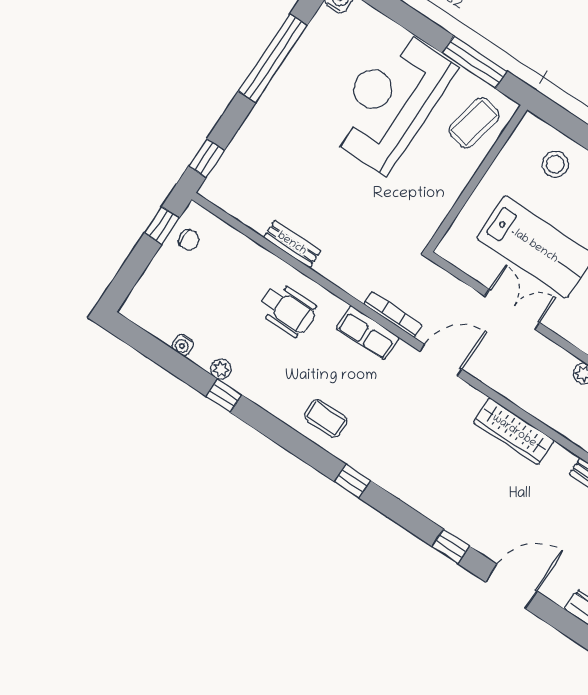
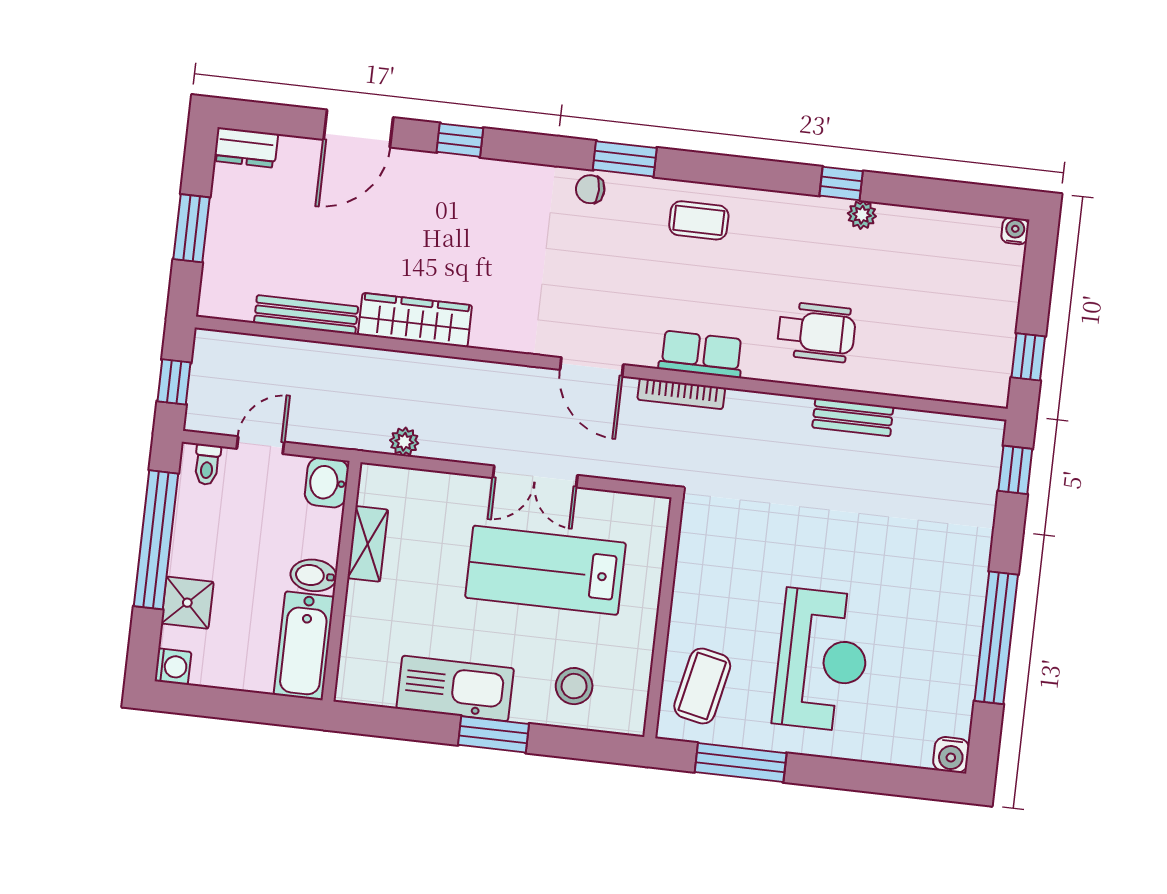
reception desk: (390, 101) -> (822, 660), width x0.74, depth x0.77
chair: (189, 240) -> (590, 189), moved
wheelchair: (288, 310) -> (816, 332), turned 180
water cooler: (183, 345) -> (1015, 231), moved
door: (441, 360) -> (592, 367), hinge flipped
wardrobe: (514, 431) -> (415, 320), moved
window: (353, 481) -> (625, 159), width x1.50

